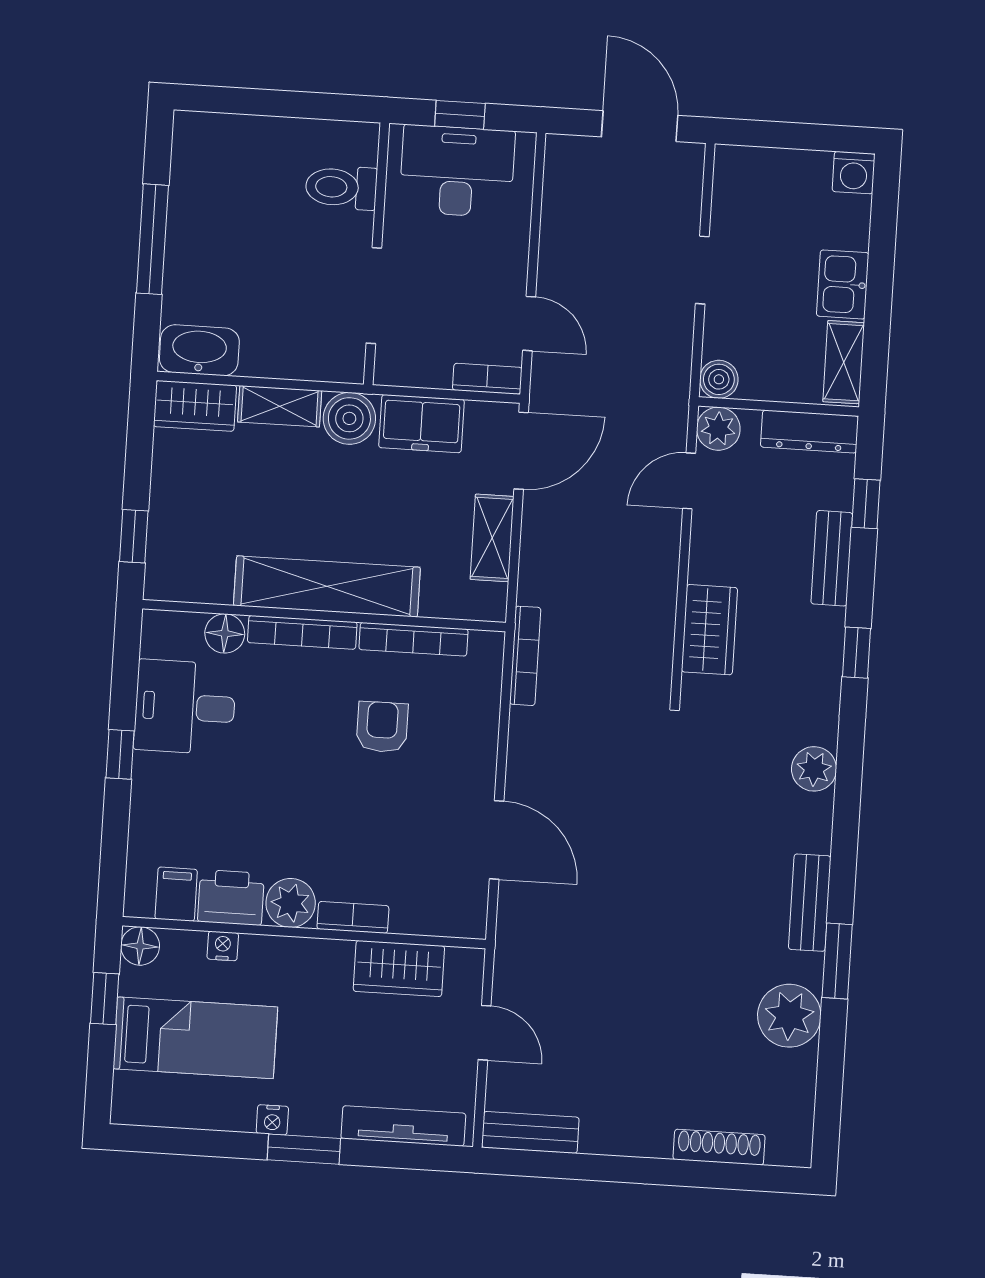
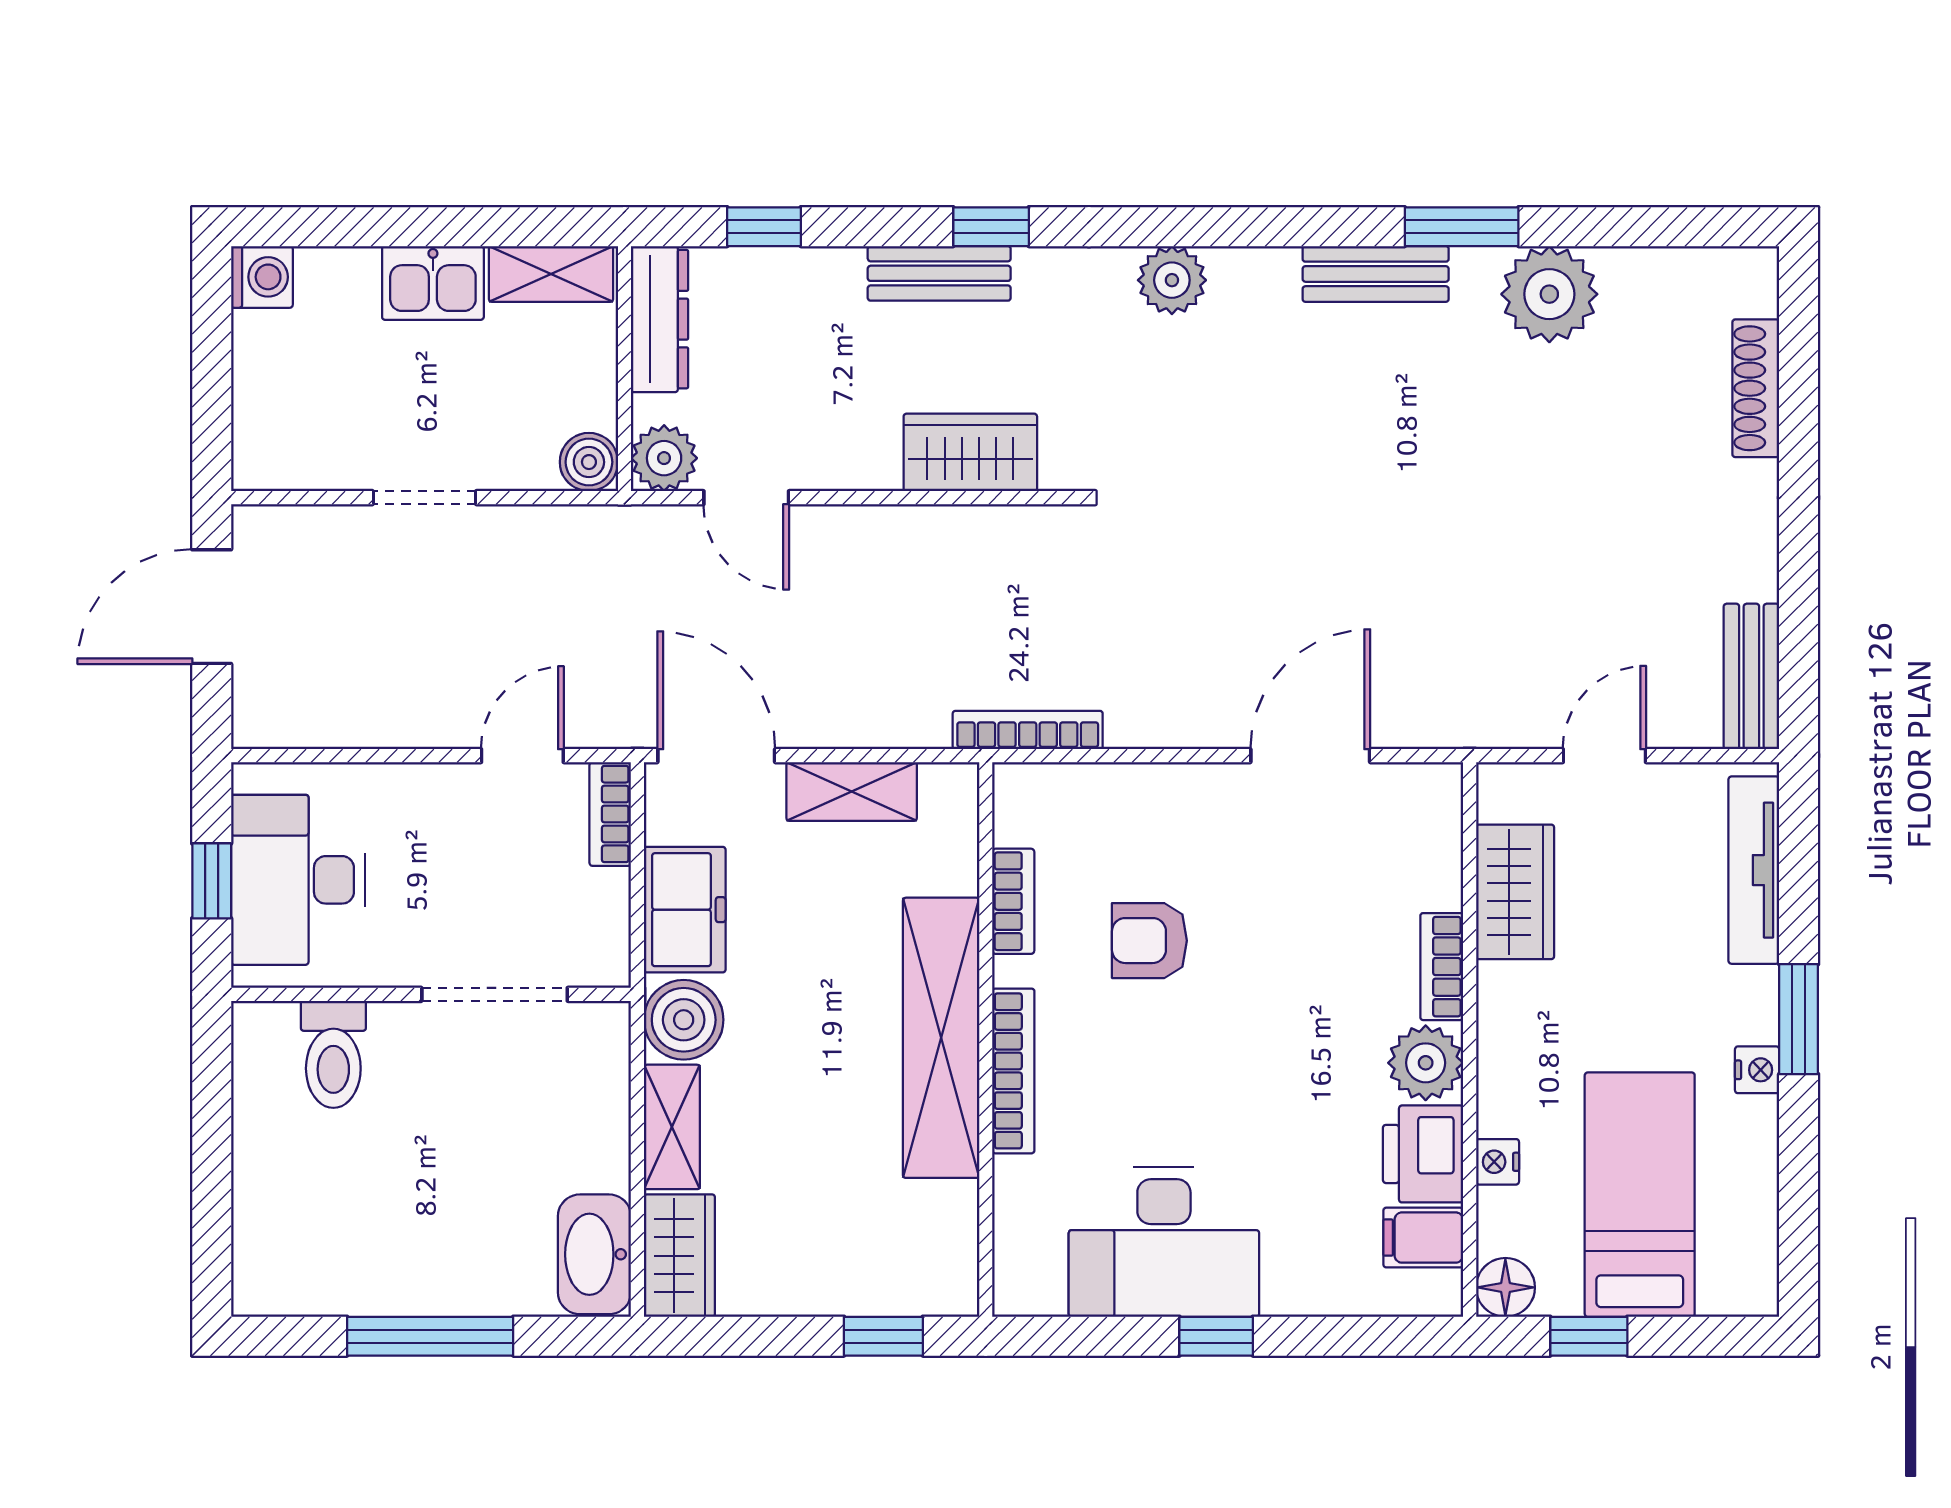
bench: (832, 558) -> (939, 273), moved
floor lamp: (225, 633) -> (1022, 1189), removed
bookcase: (413, 639) -> (1013, 901), width x0.64
desk: (185, 707) -> (1164, 1242), width x1.37

